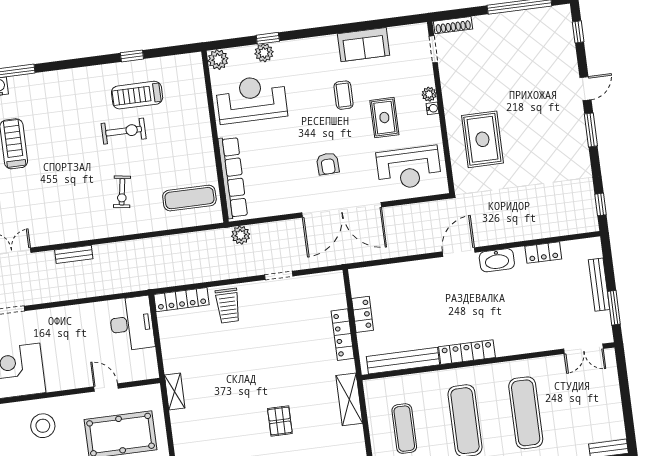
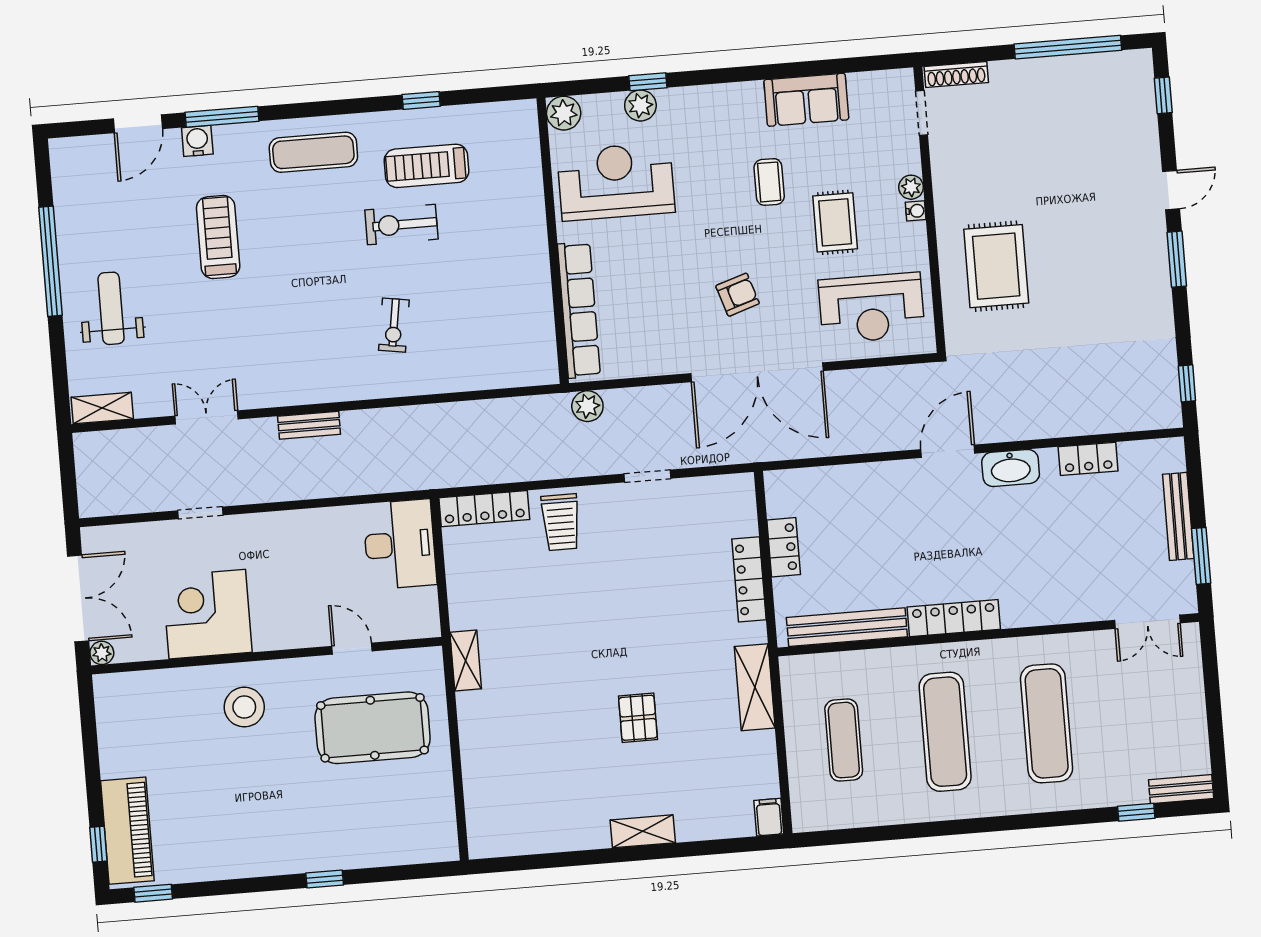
exercise bike: (124, 131) -> (401, 225), turned 180
armchair: (328, 164) -> (738, 295), turned -106
exercise mat: (189, 198) -> (313, 152), moved

